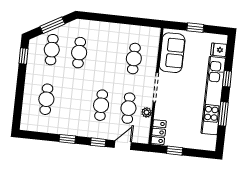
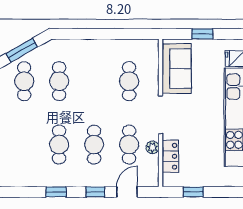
cafe table: (46, 99) -> (59, 145), moved
locker: (159, 132) -> (170, 156), moved

